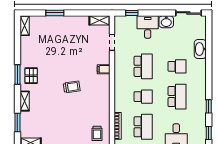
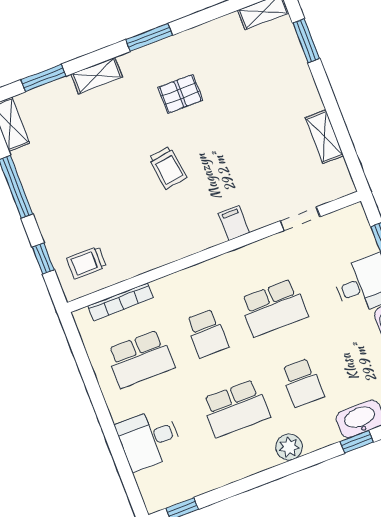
window: (55, 13) -> (306, 41), moved
shelving: (99, 20) -> (324, 137), moved
pallet: (31, 76) -> (180, 94), moved
plant: (201, 81) -> (289, 447), added
window: (209, 106) -> (357, 442), moved

